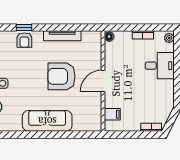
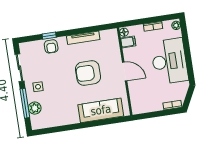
desk: (160, 66) -> (169, 61), width x1.87, depth x1.30
door: (103, 81) -> (125, 71), swing flipped
filing cabinet: (112, 114) -> (128, 42), moved
sofa: (47, 121) -> (101, 110), moved

